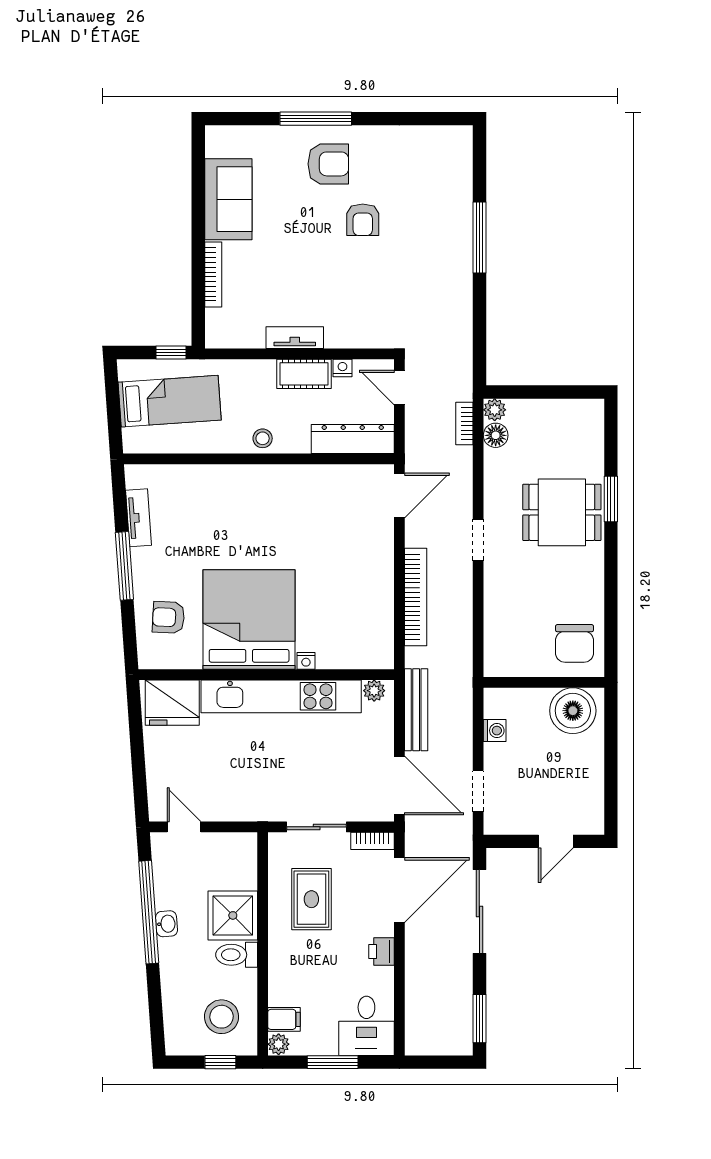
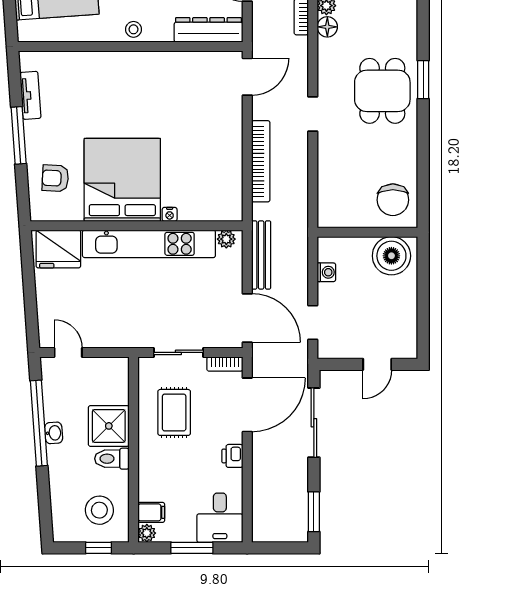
dining table: (562, 512) -> (382, 91), turned 90

